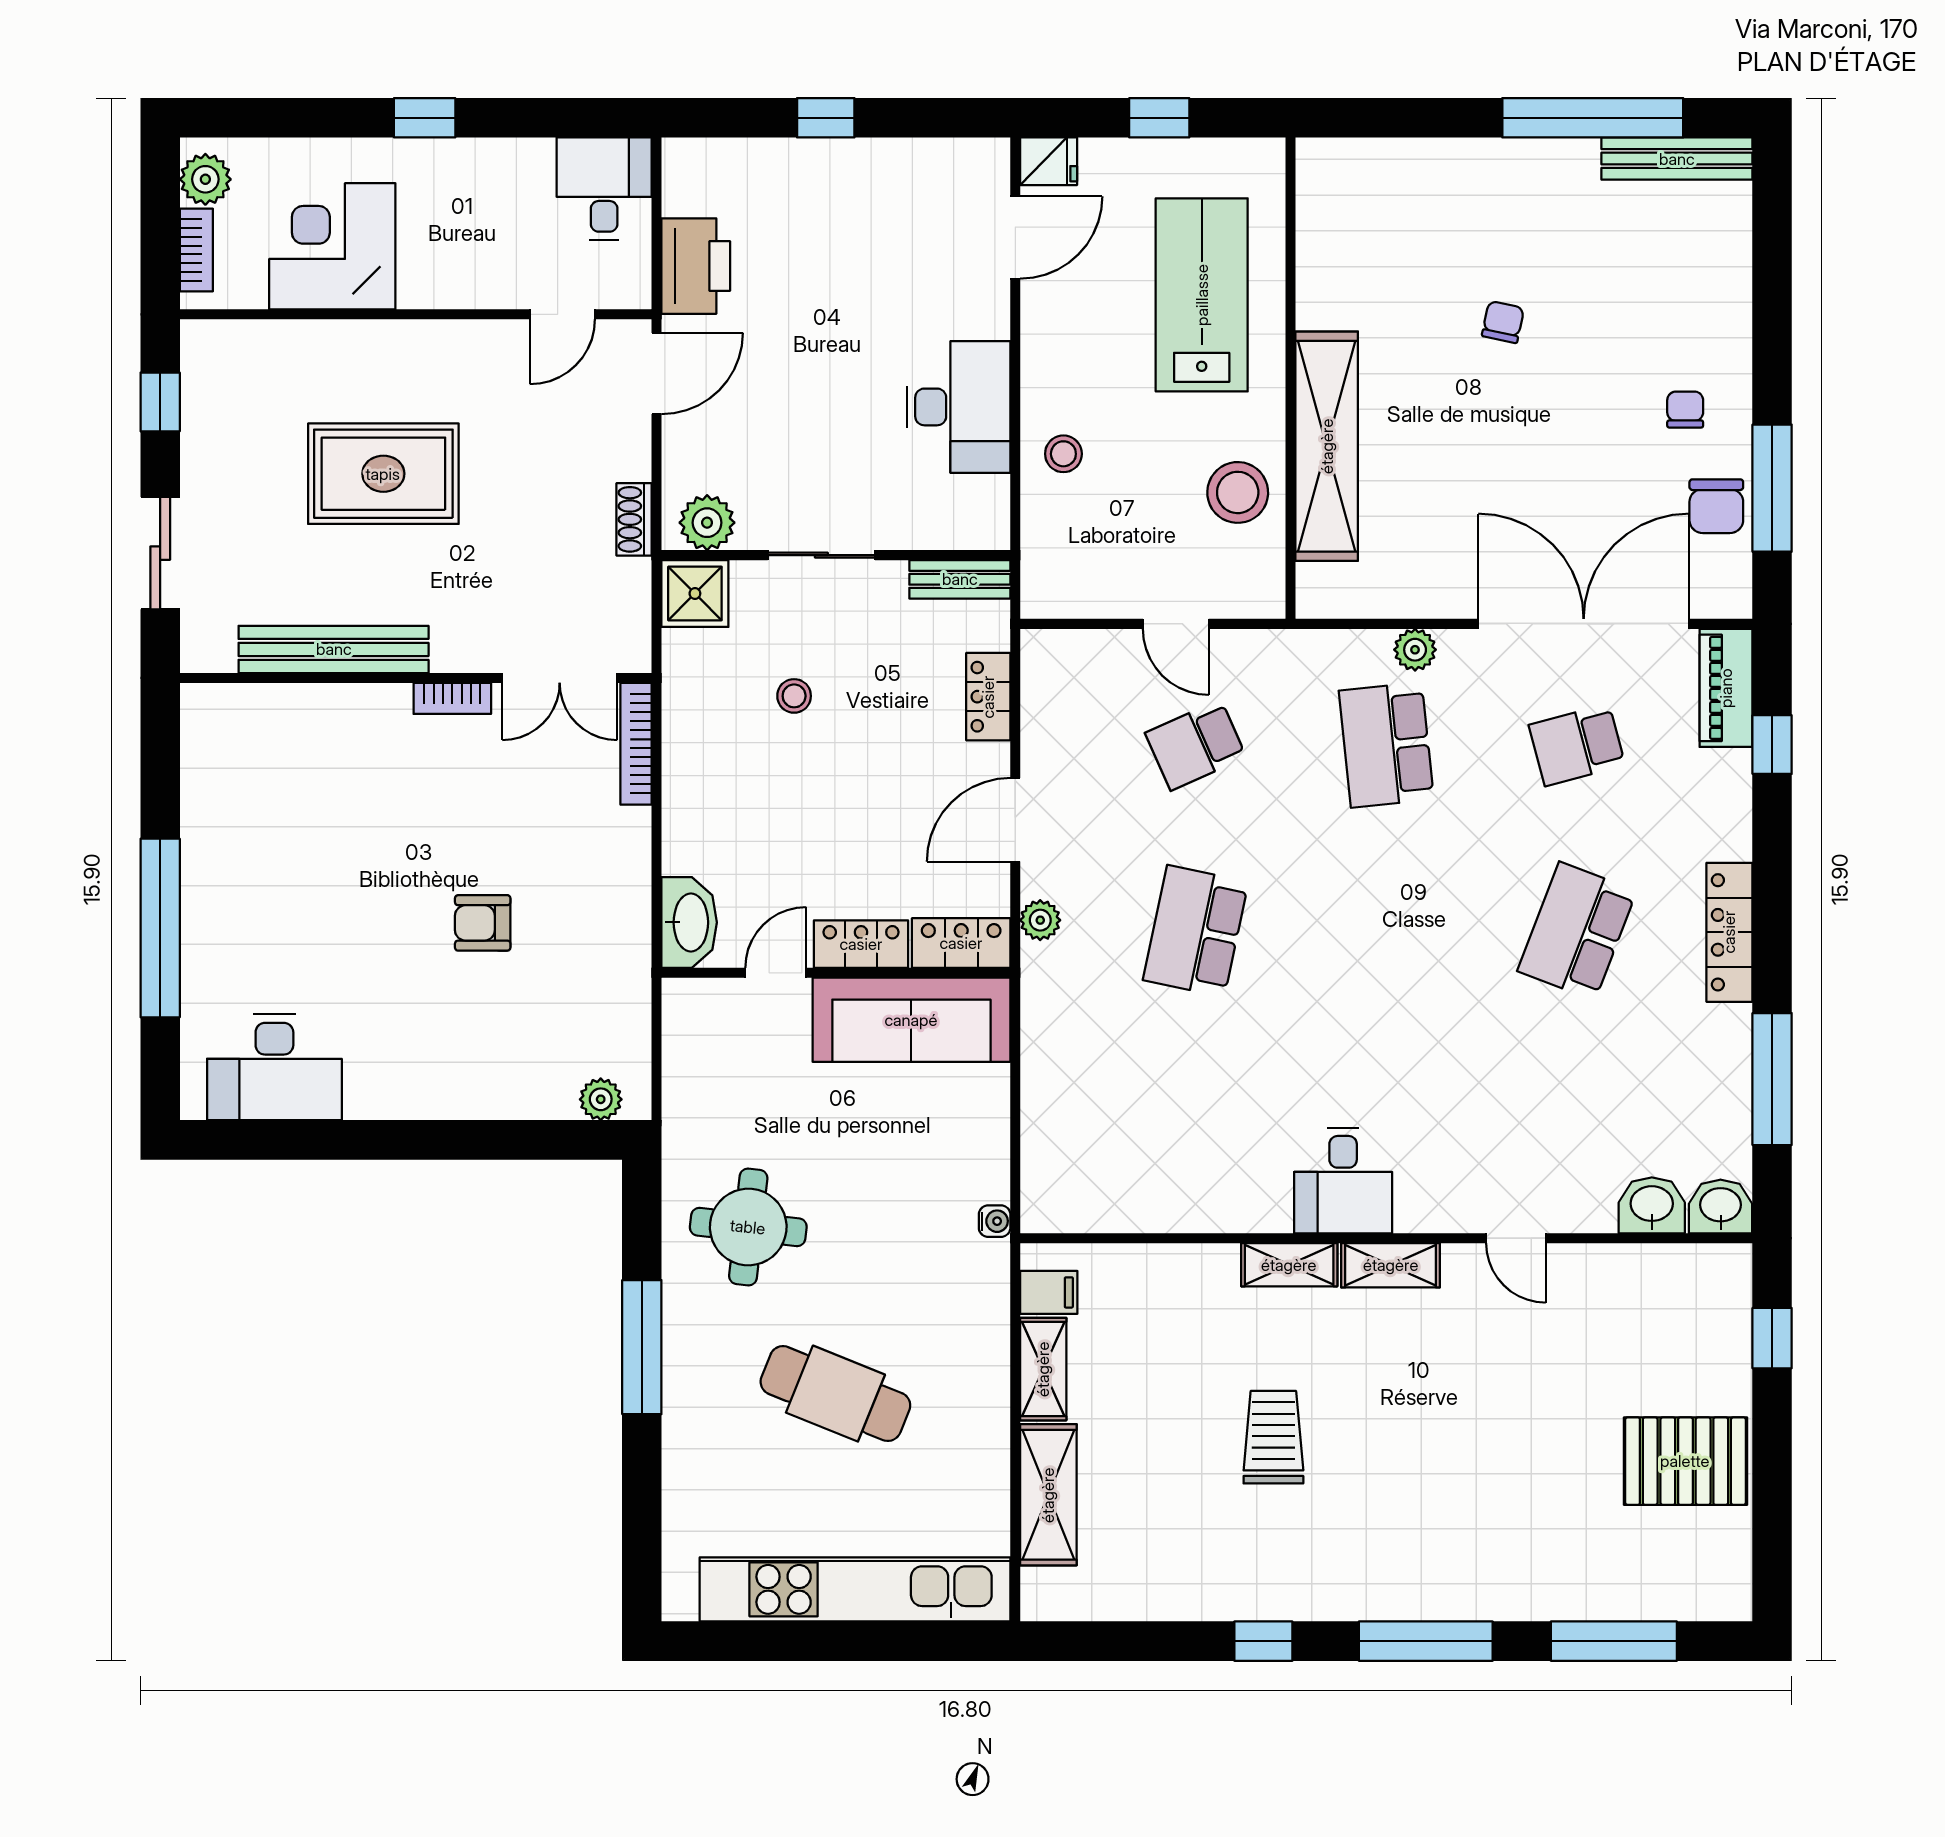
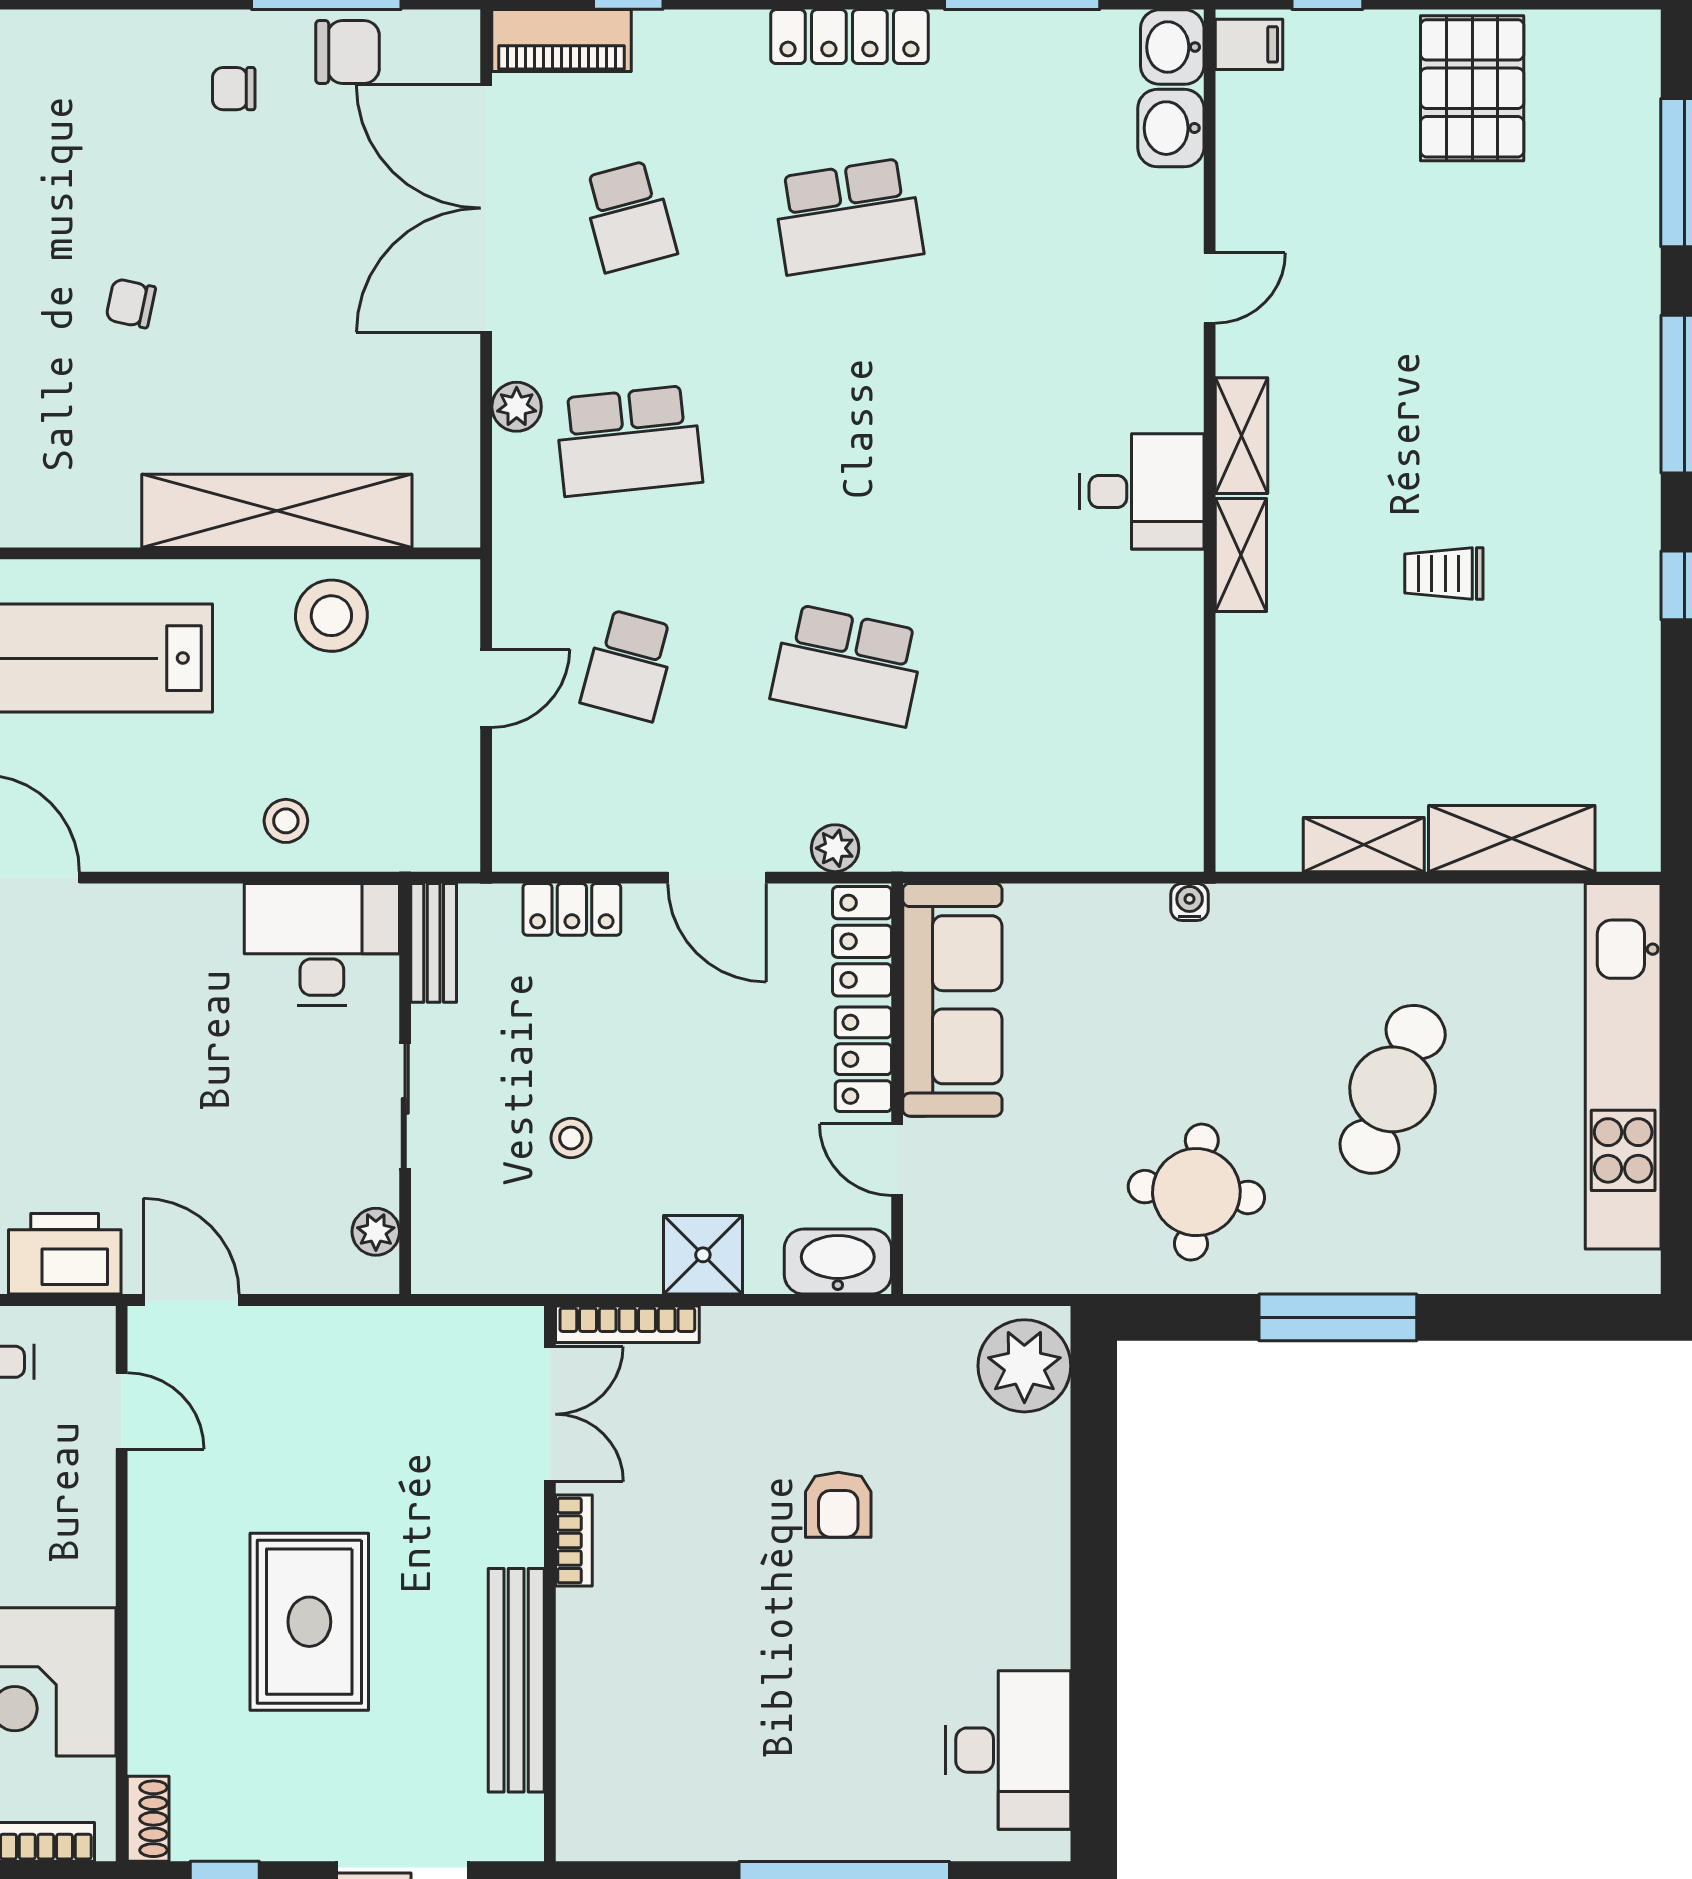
desk: (959, 407) -> (322, 944), moved
shoe rack: (634, 519) -> (148, 1819), moved, turned -90
plant: (707, 523) -> (376, 1232), width x0.73, depth x0.73
shower: (695, 593) -> (703, 1255), moved
school desk: (1196, 745) -> (629, 665), turned 39
school desk: (1577, 931) -> (848, 216), turned -30
plant: (601, 1099) -> (1024, 1366), width x1.88, depth x1.88
filing cabinet: (1049, 1292) -> (1249, 44), moved, turned 90
trolley: (1273, 1437) -> (1444, 574), width x0.73, depth x0.72

